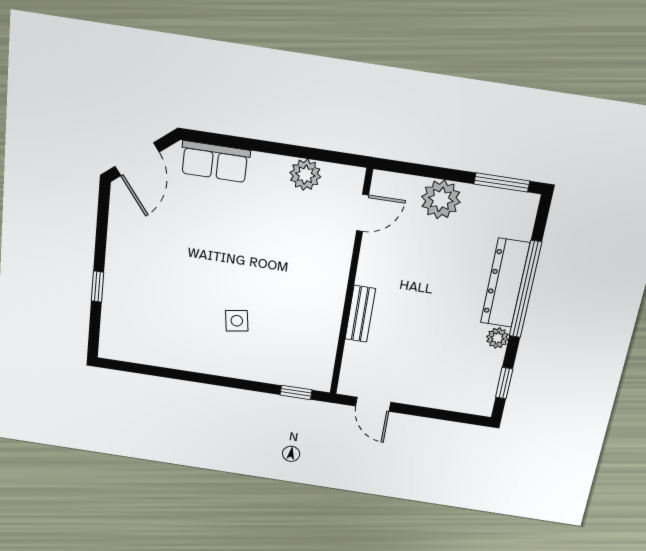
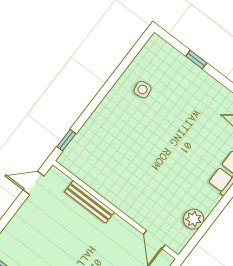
bench: (360, 314) -> (90, 202), width x1.36
side table: (237, 321) -> (143, 89), moved

